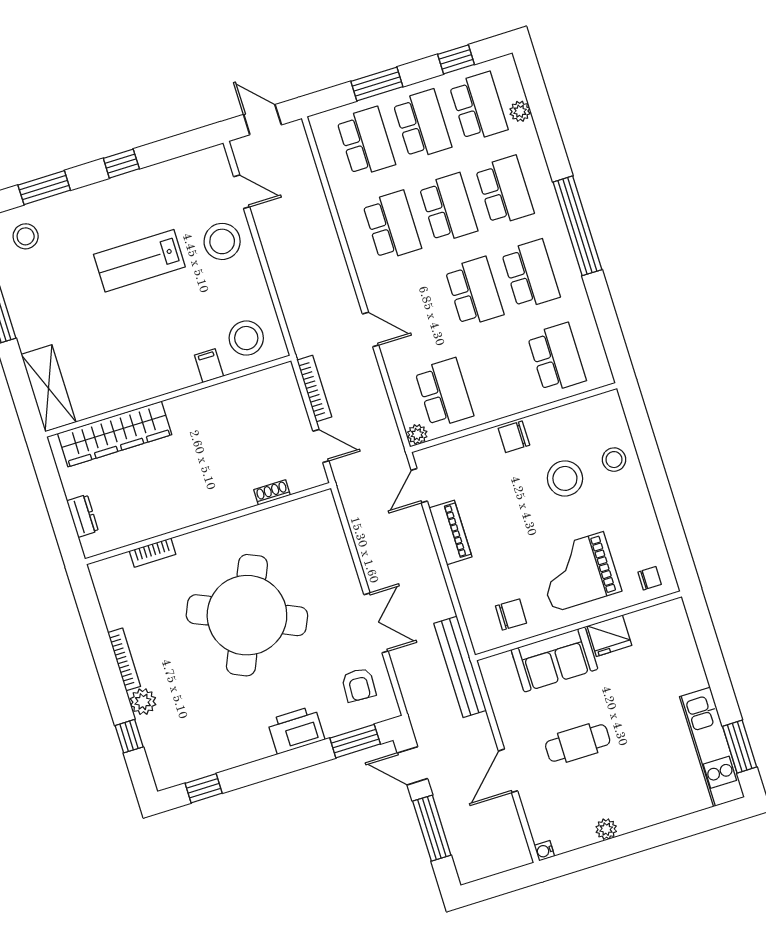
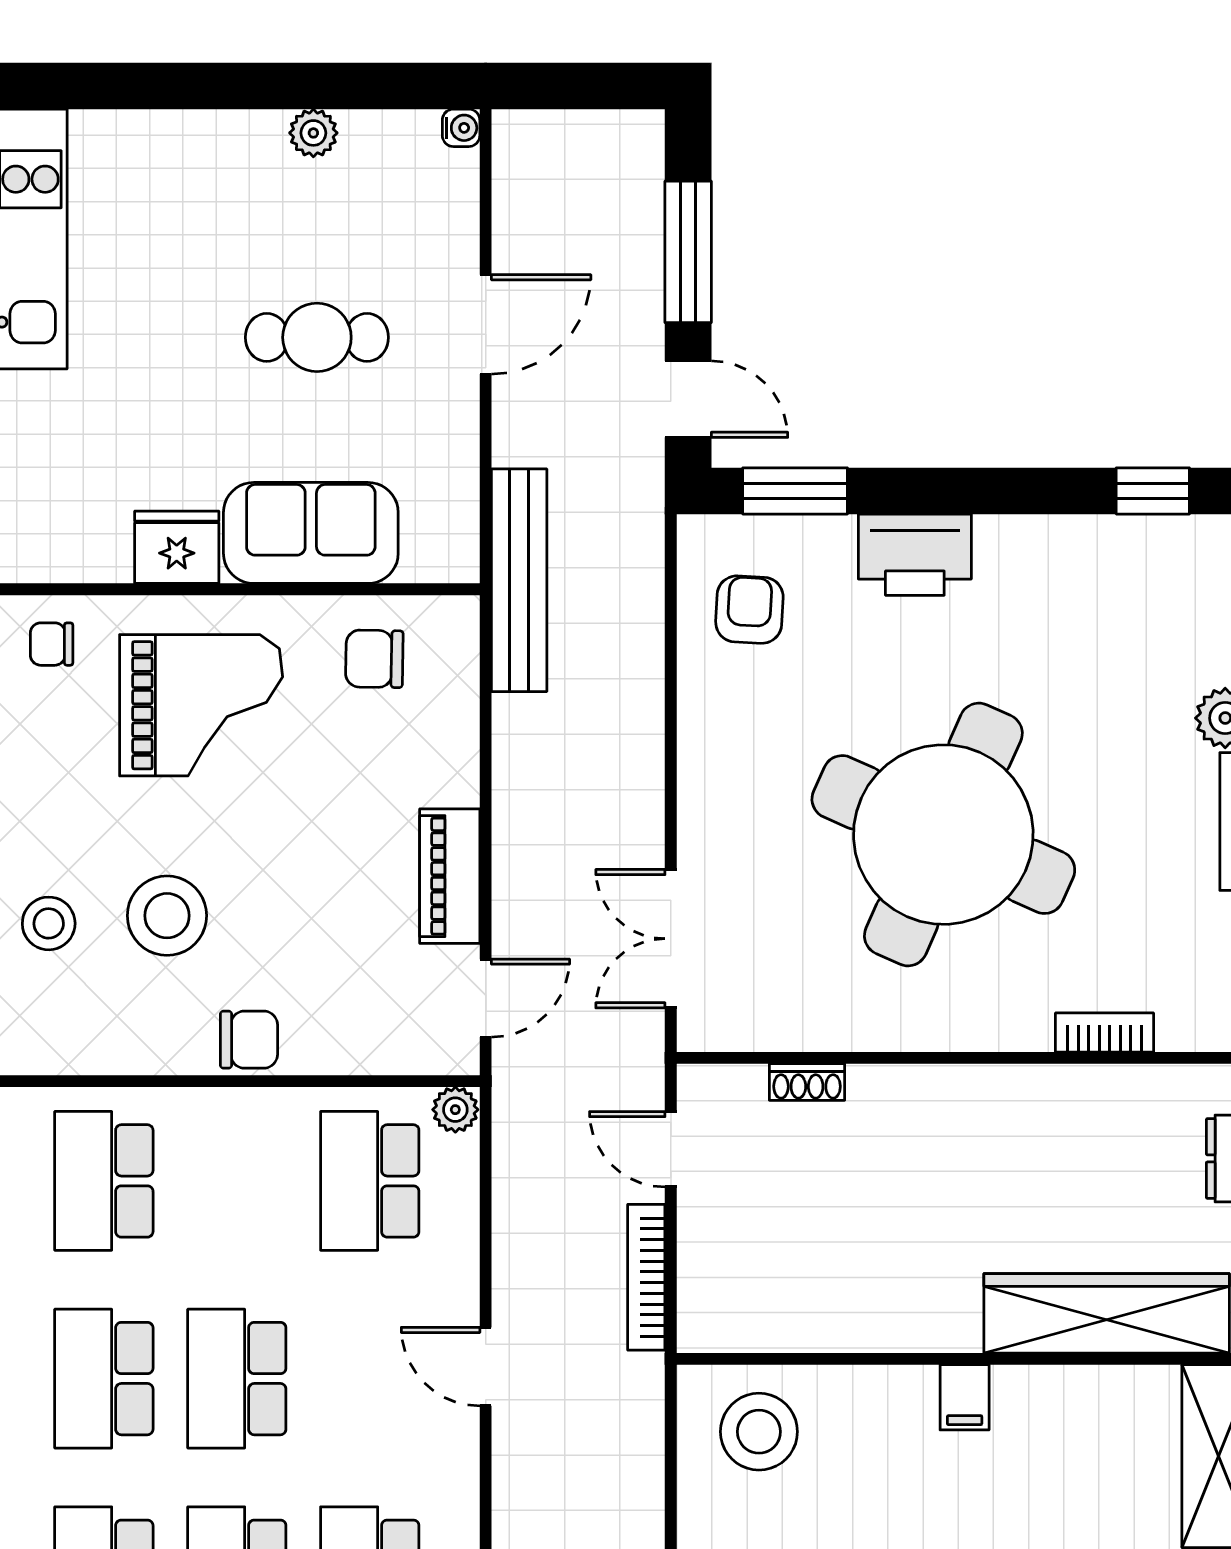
filing cabinet: (209, 366) -> (965, 1397), moved
double door: (376, 623) -> (671, 939), moved

